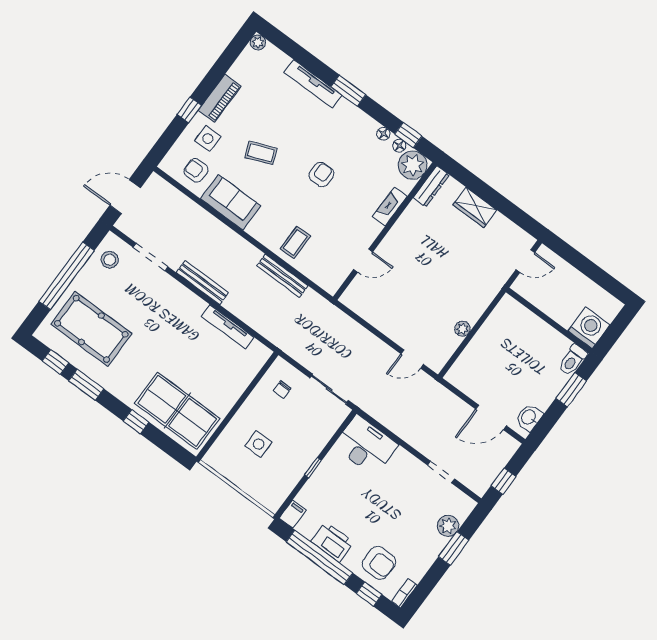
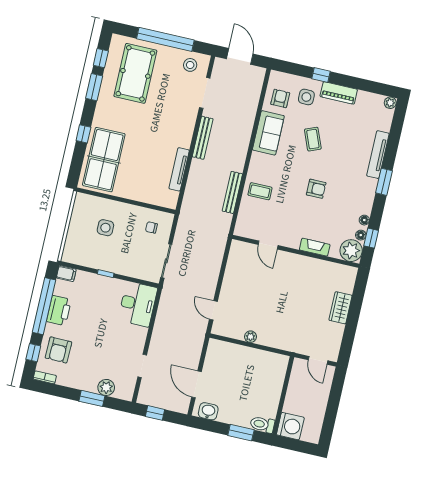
dresser: (431, 186) -> (342, 270), removed

